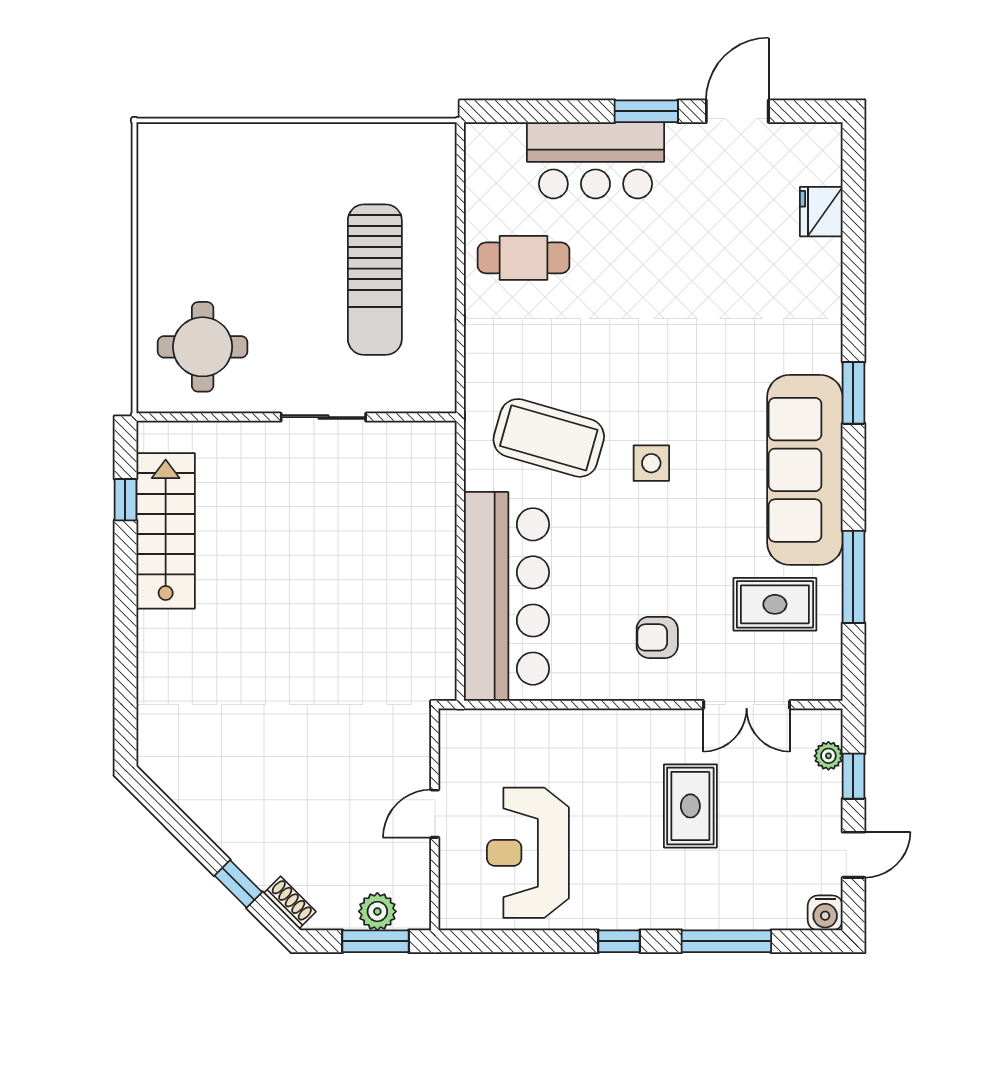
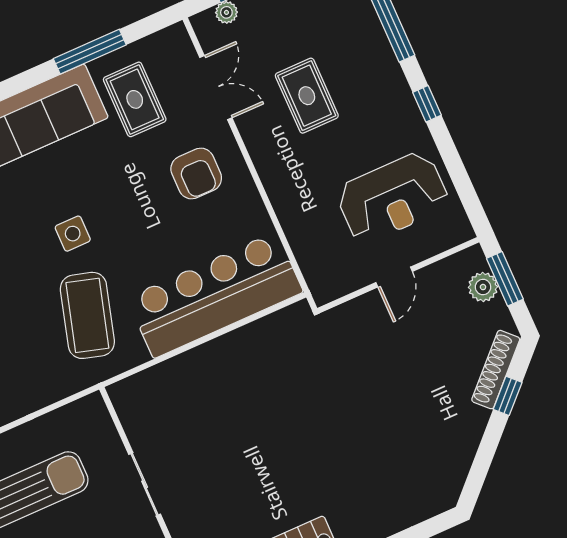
armchair: (657, 637) -> (196, 173), width x1.38, depth x1.38
rug: (690, 806) -> (307, 96), turned 90
door: (435, 814) -> (394, 277), hinge flipped
shoe rack: (290, 902) -> (496, 370), width x1.94, depth x1.24

